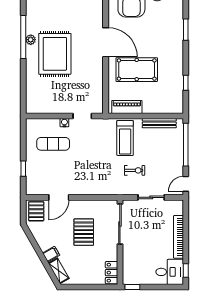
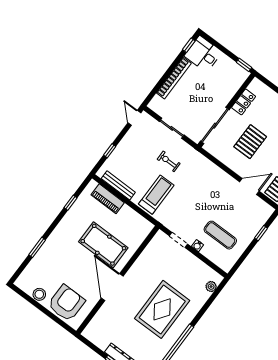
plant: (31, 40) -> (211, 287), moved
piano: (127, 107) -> (108, 199), moved
window: (186, 145) -> (110, 151), width x0.32
door: (186, 184) -> (134, 118), swing flipped
locker: (112, 273) -> (244, 102), moved

